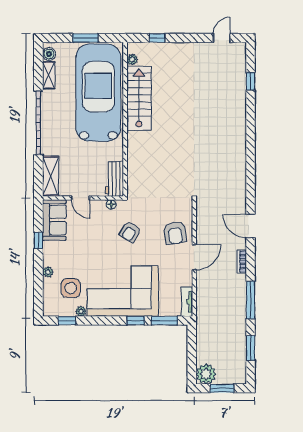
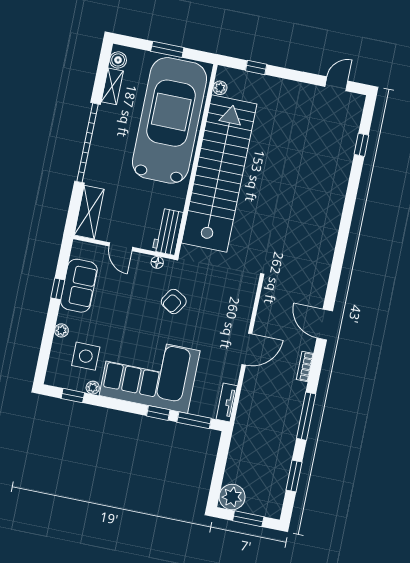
stairs: (139, 98) -> (219, 173), width x1.86, depth x1.51
sofa: (54, 220) -> (79, 286), moved
armchair: (175, 233) -> (229, 314), removed

